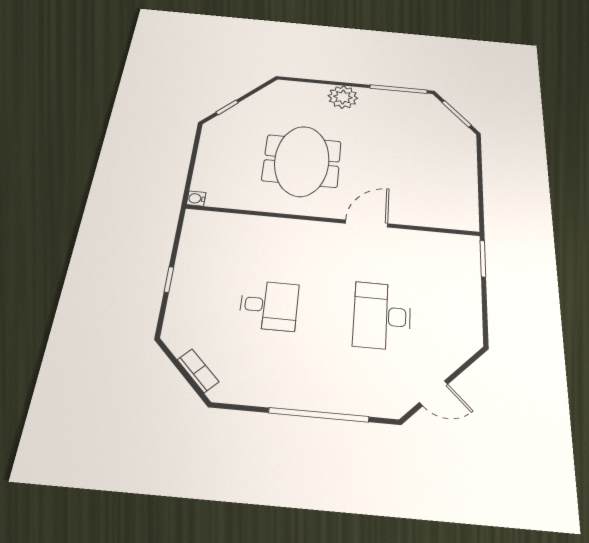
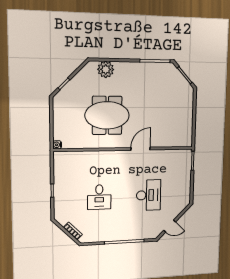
plant: (343, 97) -> (106, 69), moved
meeting table: (302, 161) -> (107, 115), turned 90
desk: (269, 305) -> (99, 197), turned 90
desk: (382, 316) -> (149, 195), turned 180

